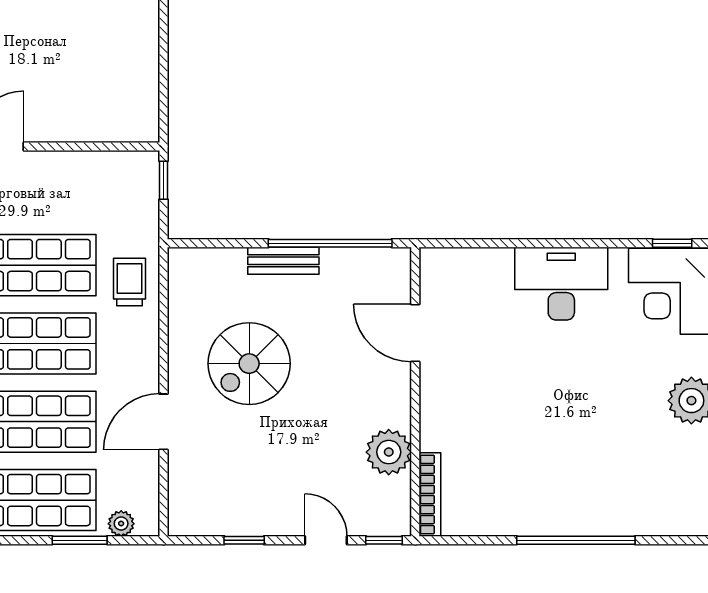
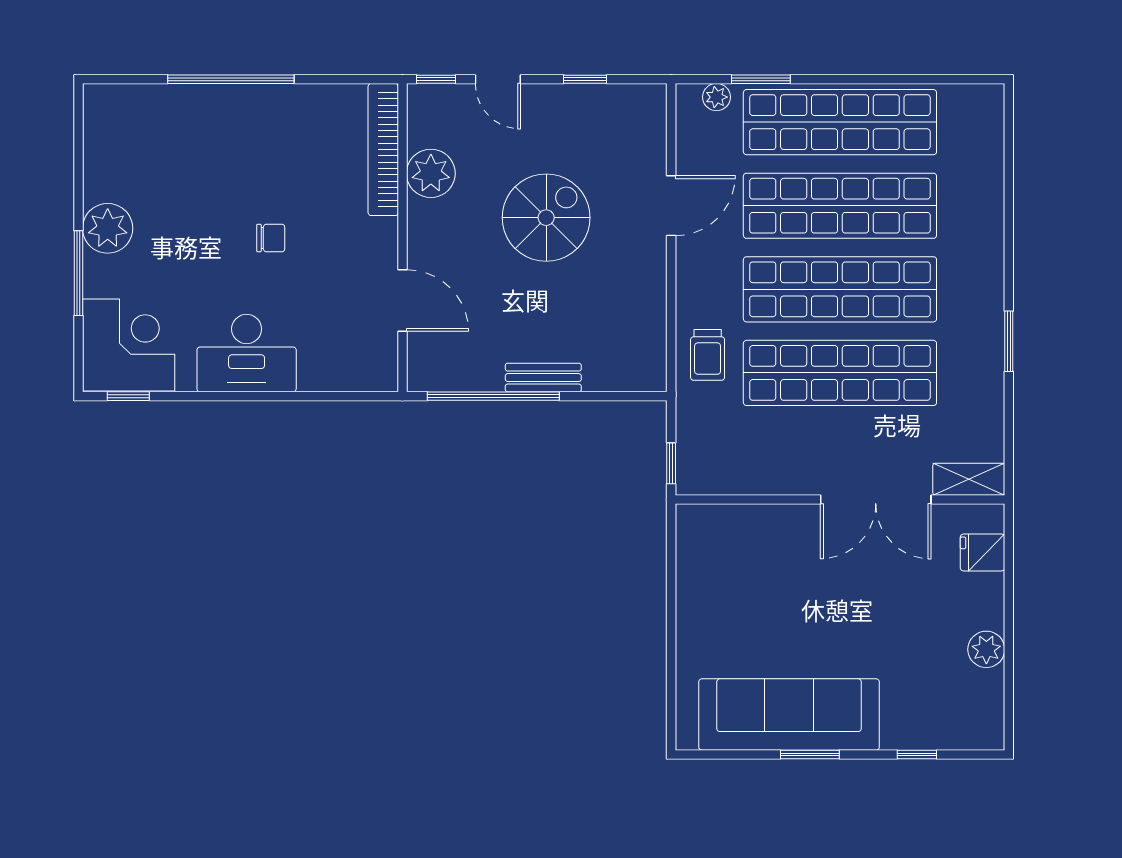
spiral stairs: (249, 364) -> (546, 218), moved
chair: (539, 391) -> (271, 238), added
bookcase: (430, 495) -> (383, 149), width x1.48, depth x1.31

